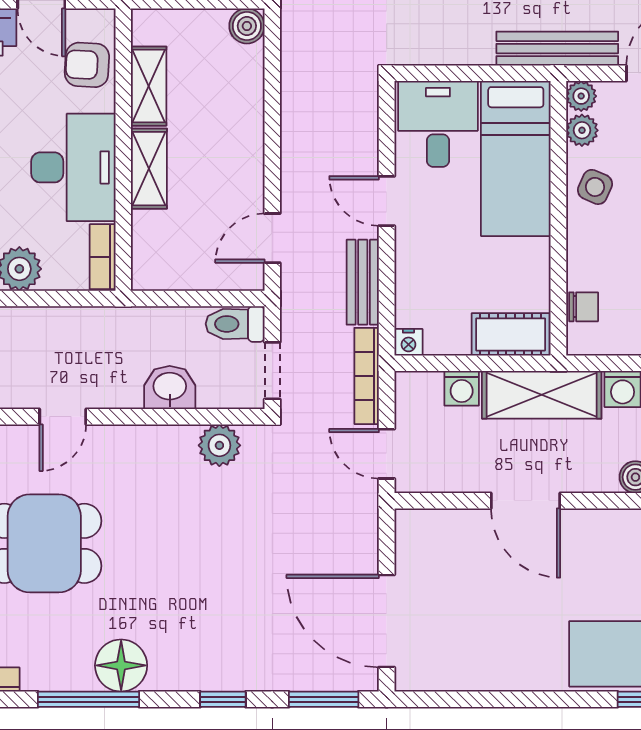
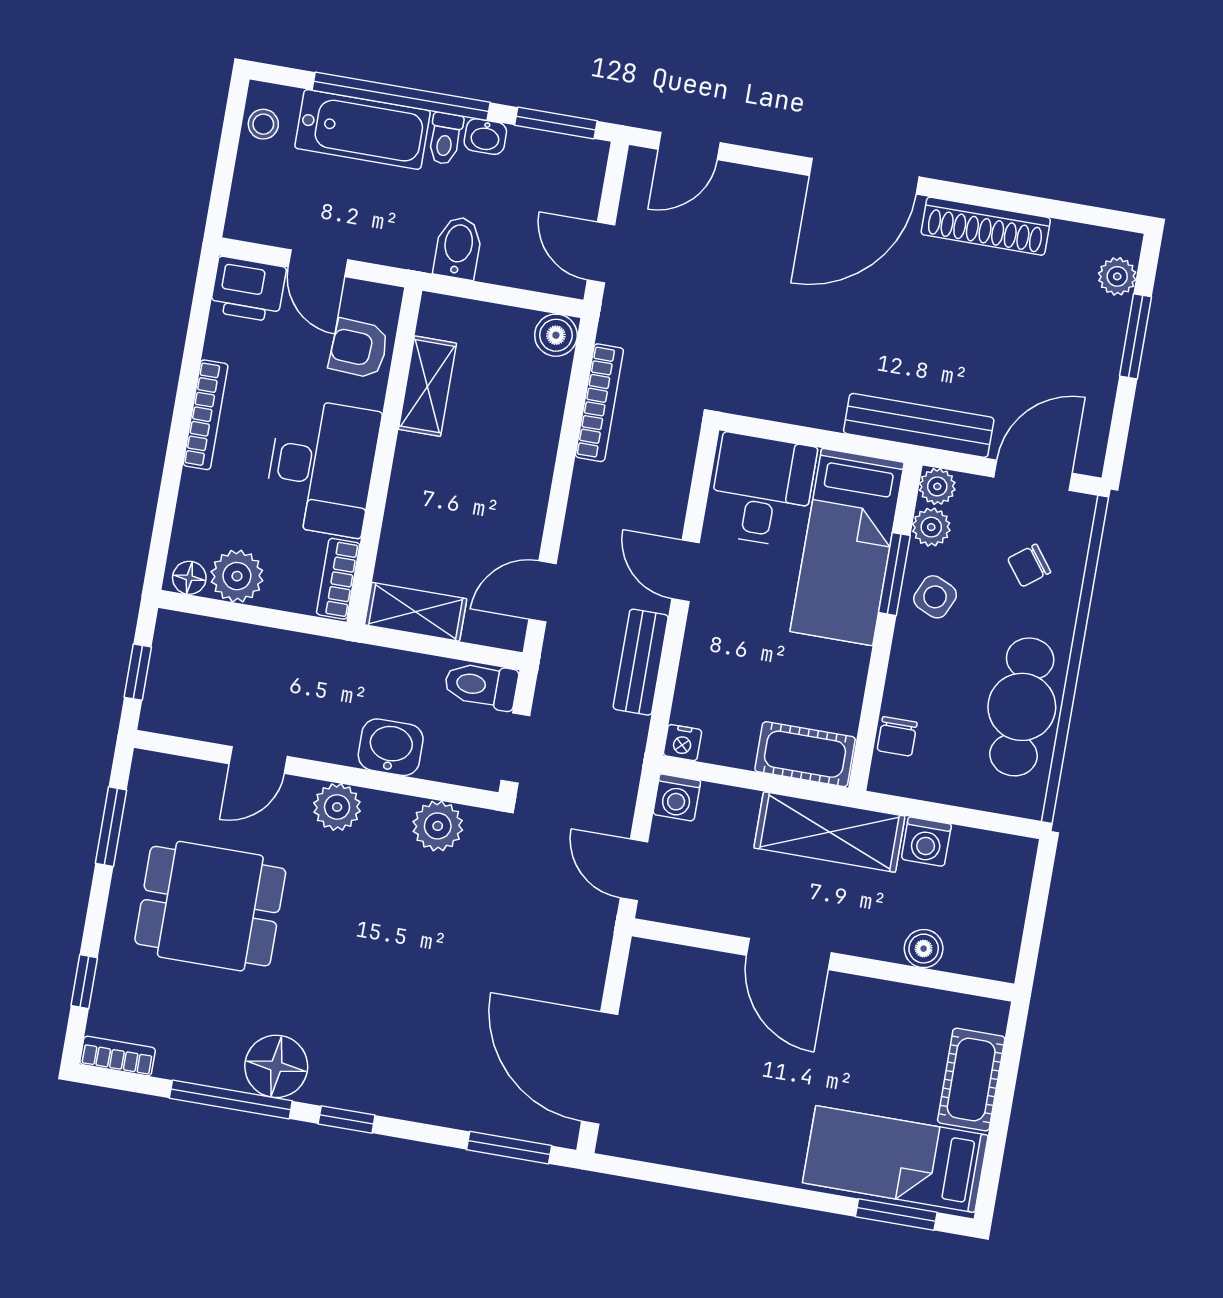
shelving: (149, 169) -> (416, 612), moved, turned 90
window: (558, 174) -> (894, 574), added
chair: (584, 307) -> (897, 736), turned 90
bookcase: (367, 376) -> (599, 403), moved, turned 180
washing machine: (462, 388) -> (677, 798), moved
plant: (134, 444) -> (337, 807), added
window: (223, 699) -> (347, 1120), moved

